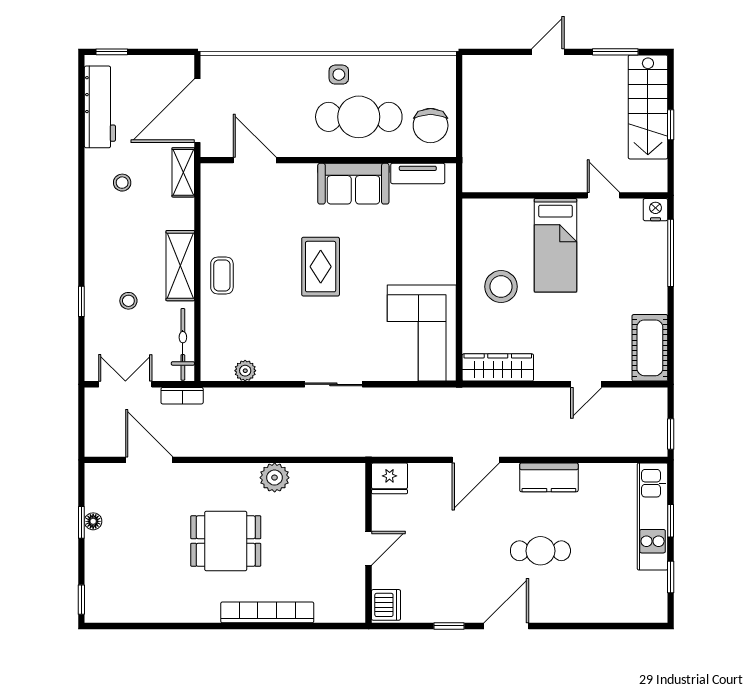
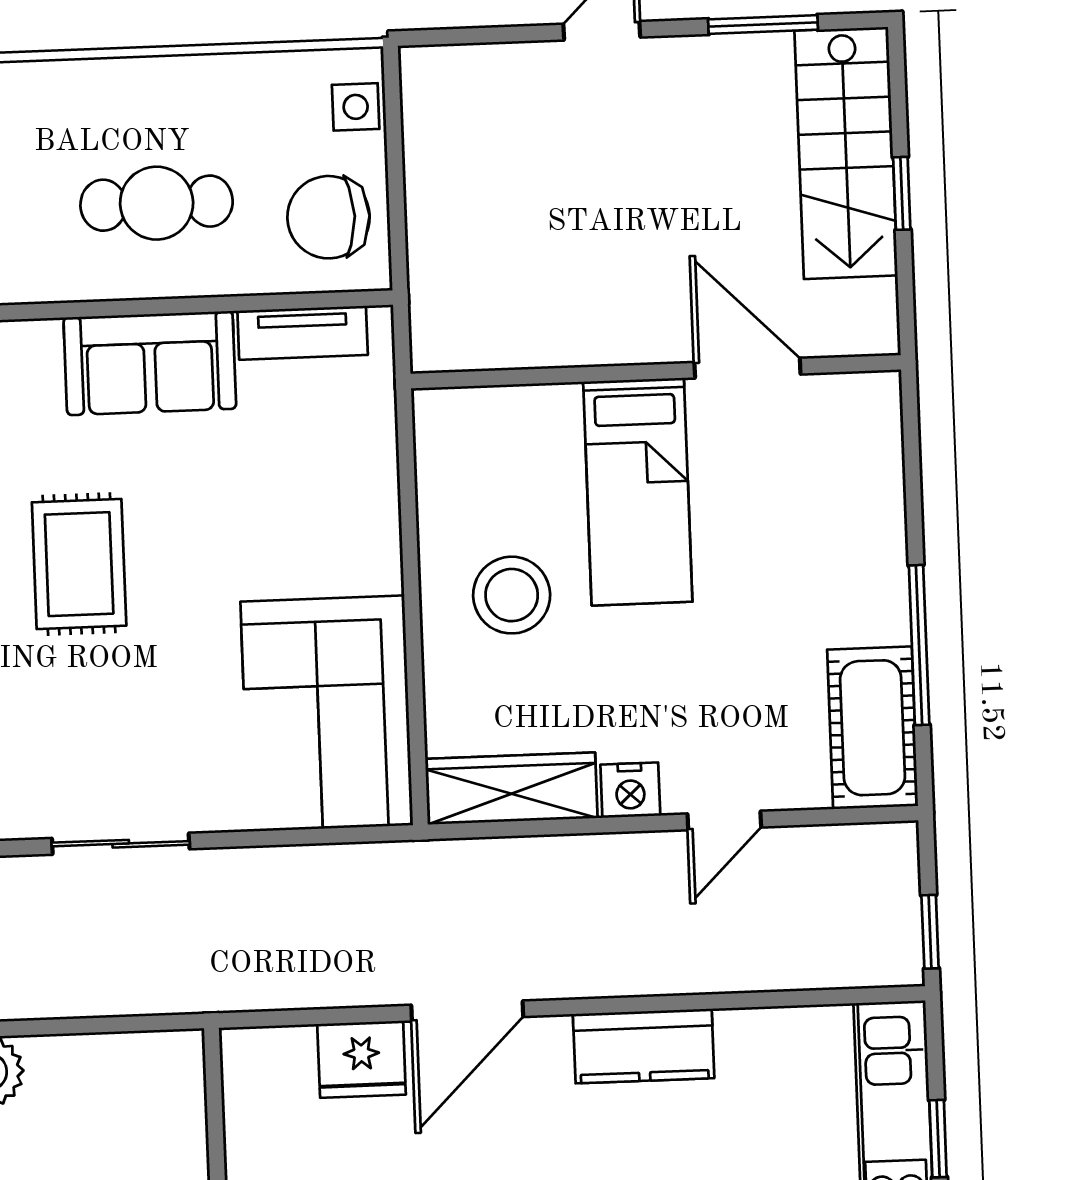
side table: (339, 75) -> (356, 107), moved
cafe table: (359, 117) -> (157, 203), width x0.73, depth x0.74
chair: (431, 126) -> (329, 217), turned 90
door: (603, 195) -> (747, 368), width x1.38
nightstand: (655, 210) -> (630, 790), moved, turned 180
window: (671, 253) -> (919, 645), moved
fridge: (390, 478) -> (362, 1059), moved

